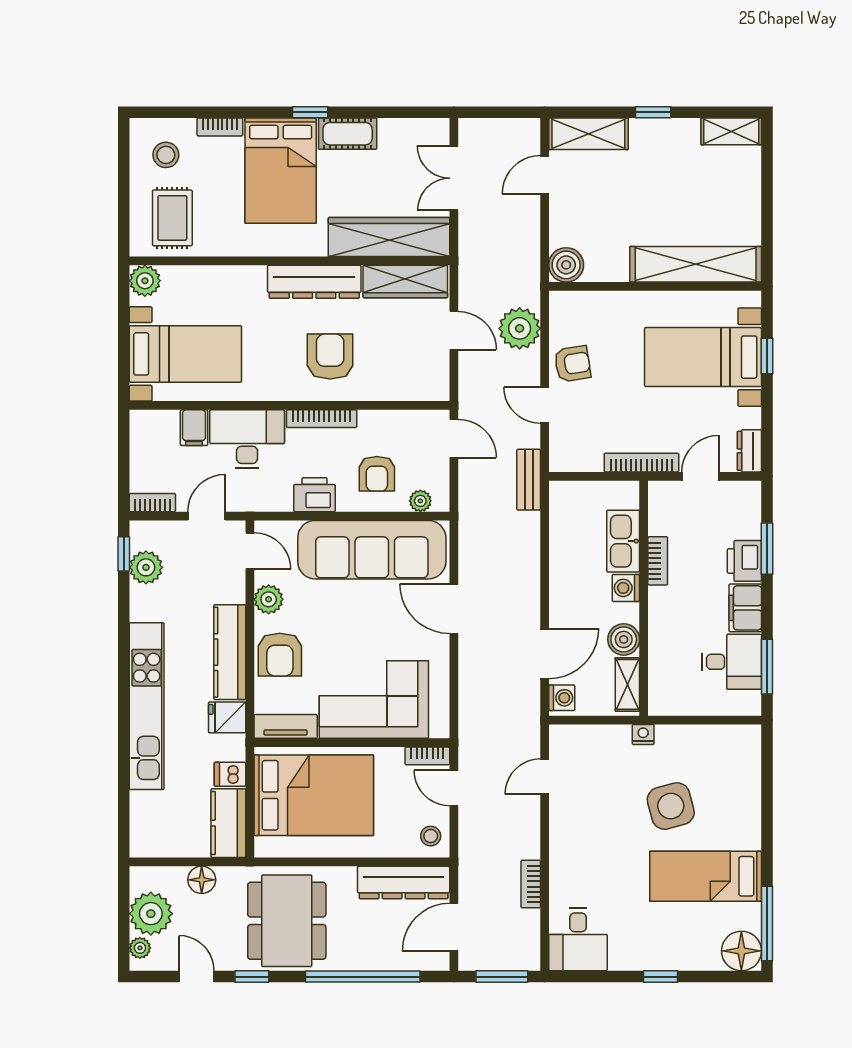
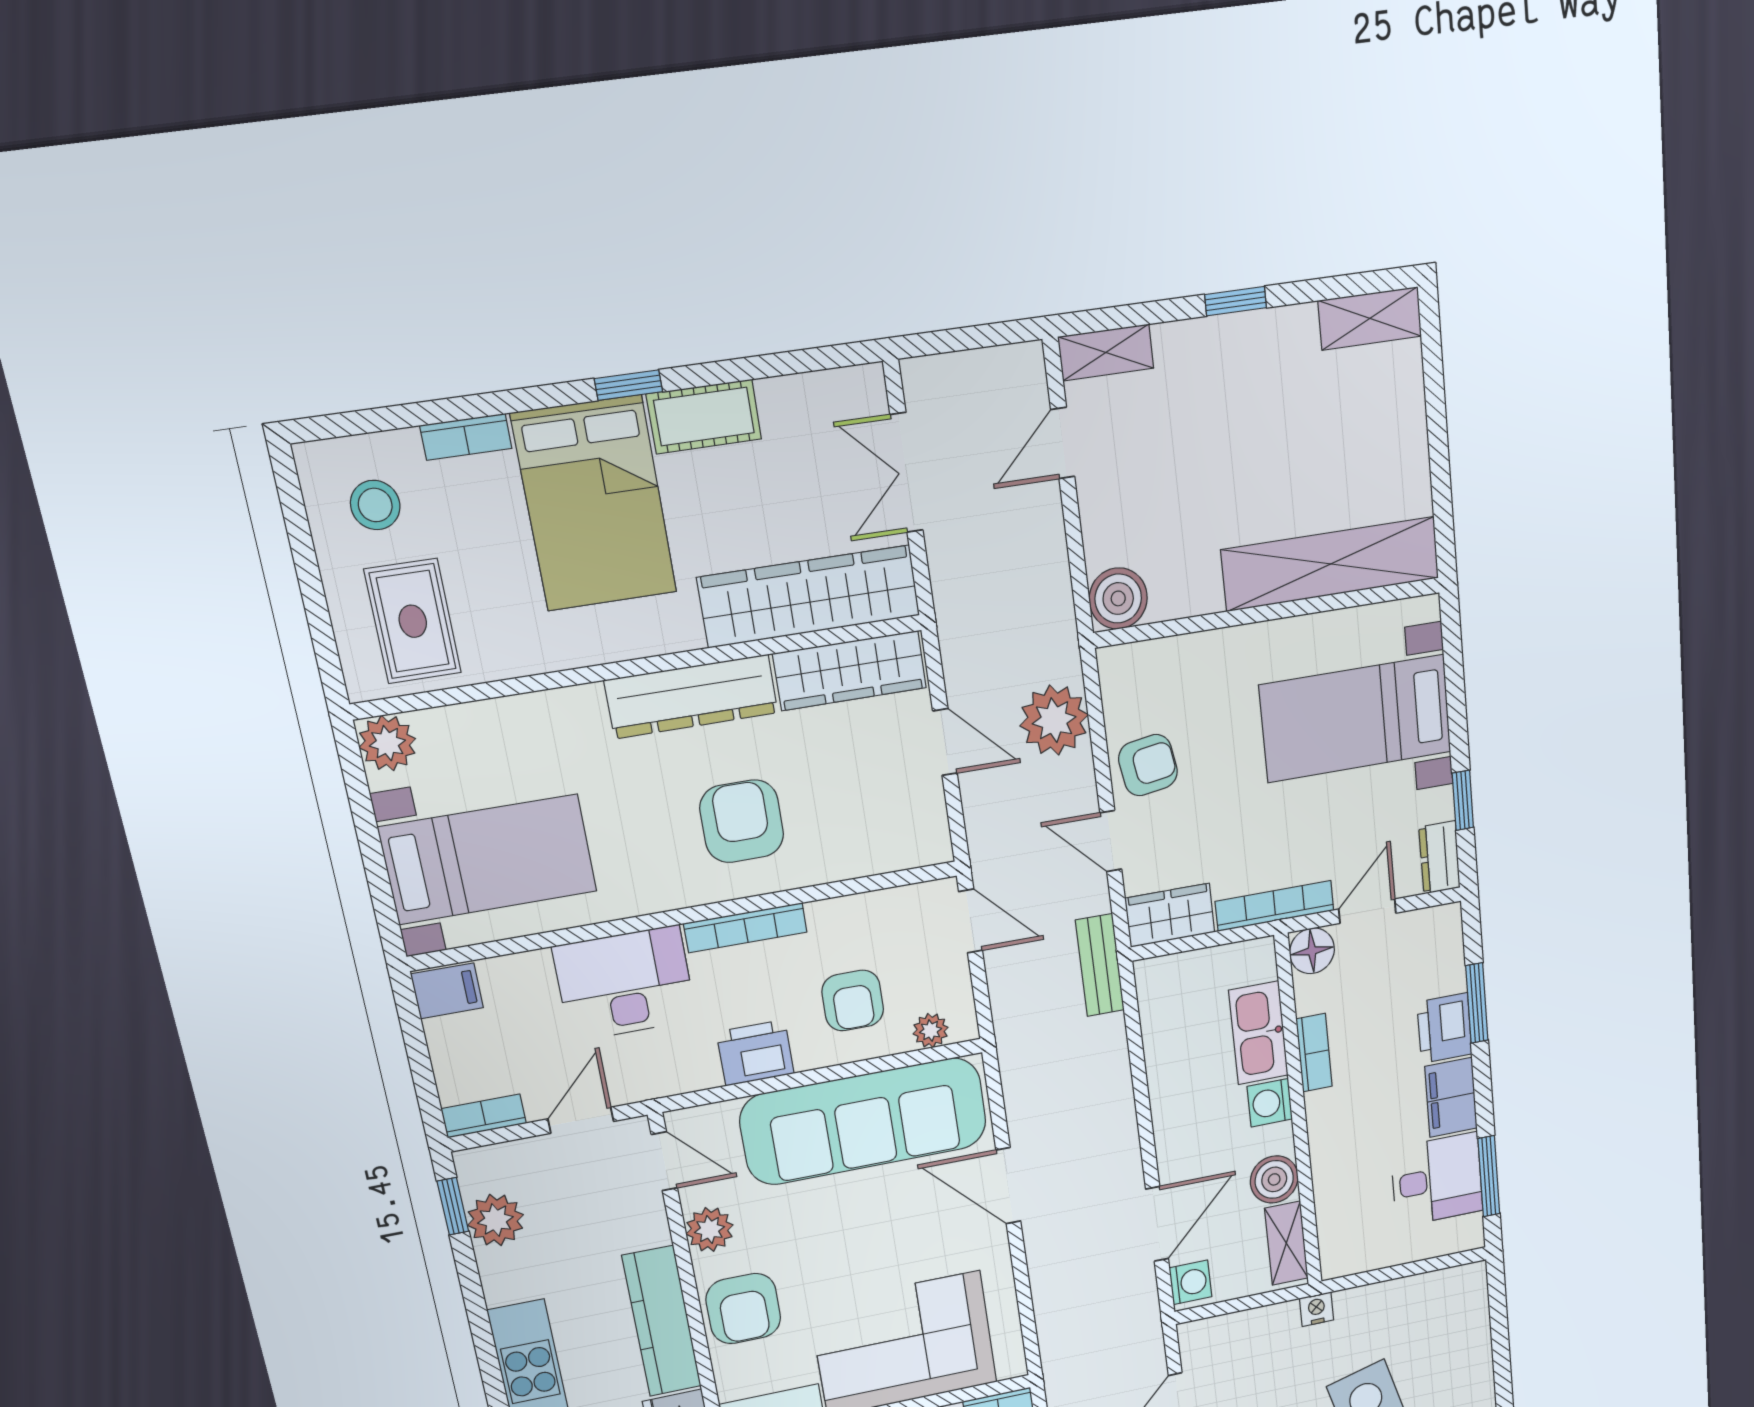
shelving: (588, 134) -> (1106, 352), width x0.67, depth x0.75
window: (767, 356) -> (1463, 800), moved
filing cabinet: (194, 428) -> (447, 991), moved, turned -90
wardrobe: (575, 457) -> (1170, 915), added
floor lamp: (662, 495) -> (1312, 951), added

